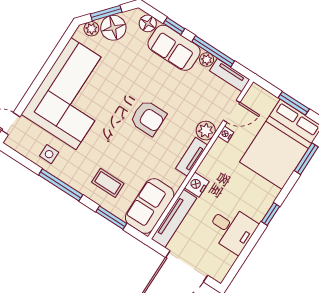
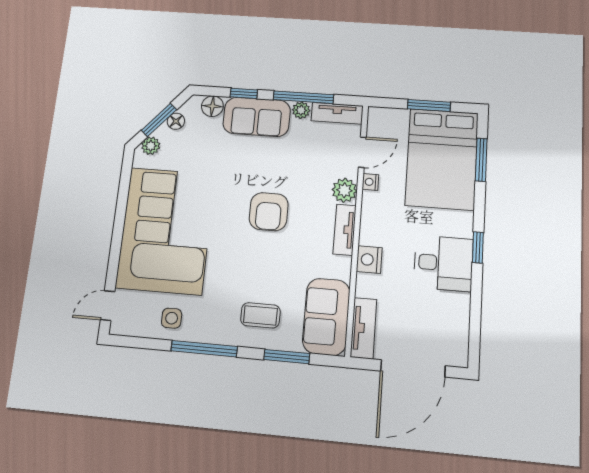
floor lamp: (113, 28) -> (176, 121), width x0.53, depth x0.53
armchair: (148, 118) -> (269, 212), turned 90
tv unit: (174, 218) -> (363, 328), width x0.71
desk: (232, 229) -> (443, 263), moved

